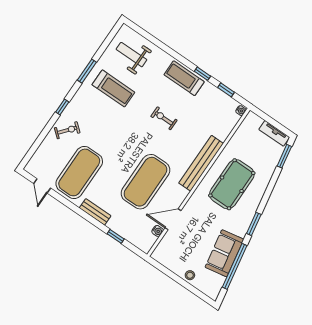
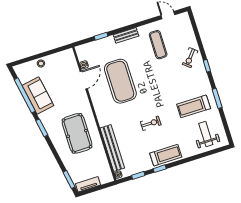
weight bench: (131, 55) -> (206, 134), turned -90
bench: (201, 163) -> (112, 148), moved
exercise mat: (79, 172) -> (158, 45), width x0.50, depth x0.69

